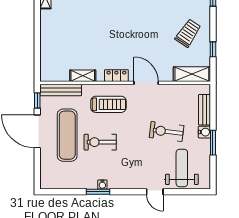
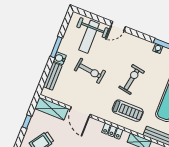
door: (146, 83) -> (80, 112), moved
treadmill: (108, 104) -> (128, 111), turned 180
exercise bike: (100, 142) -> (132, 79), moved, turned -80
door: (155, 192) -> (118, 26), swing flipped

